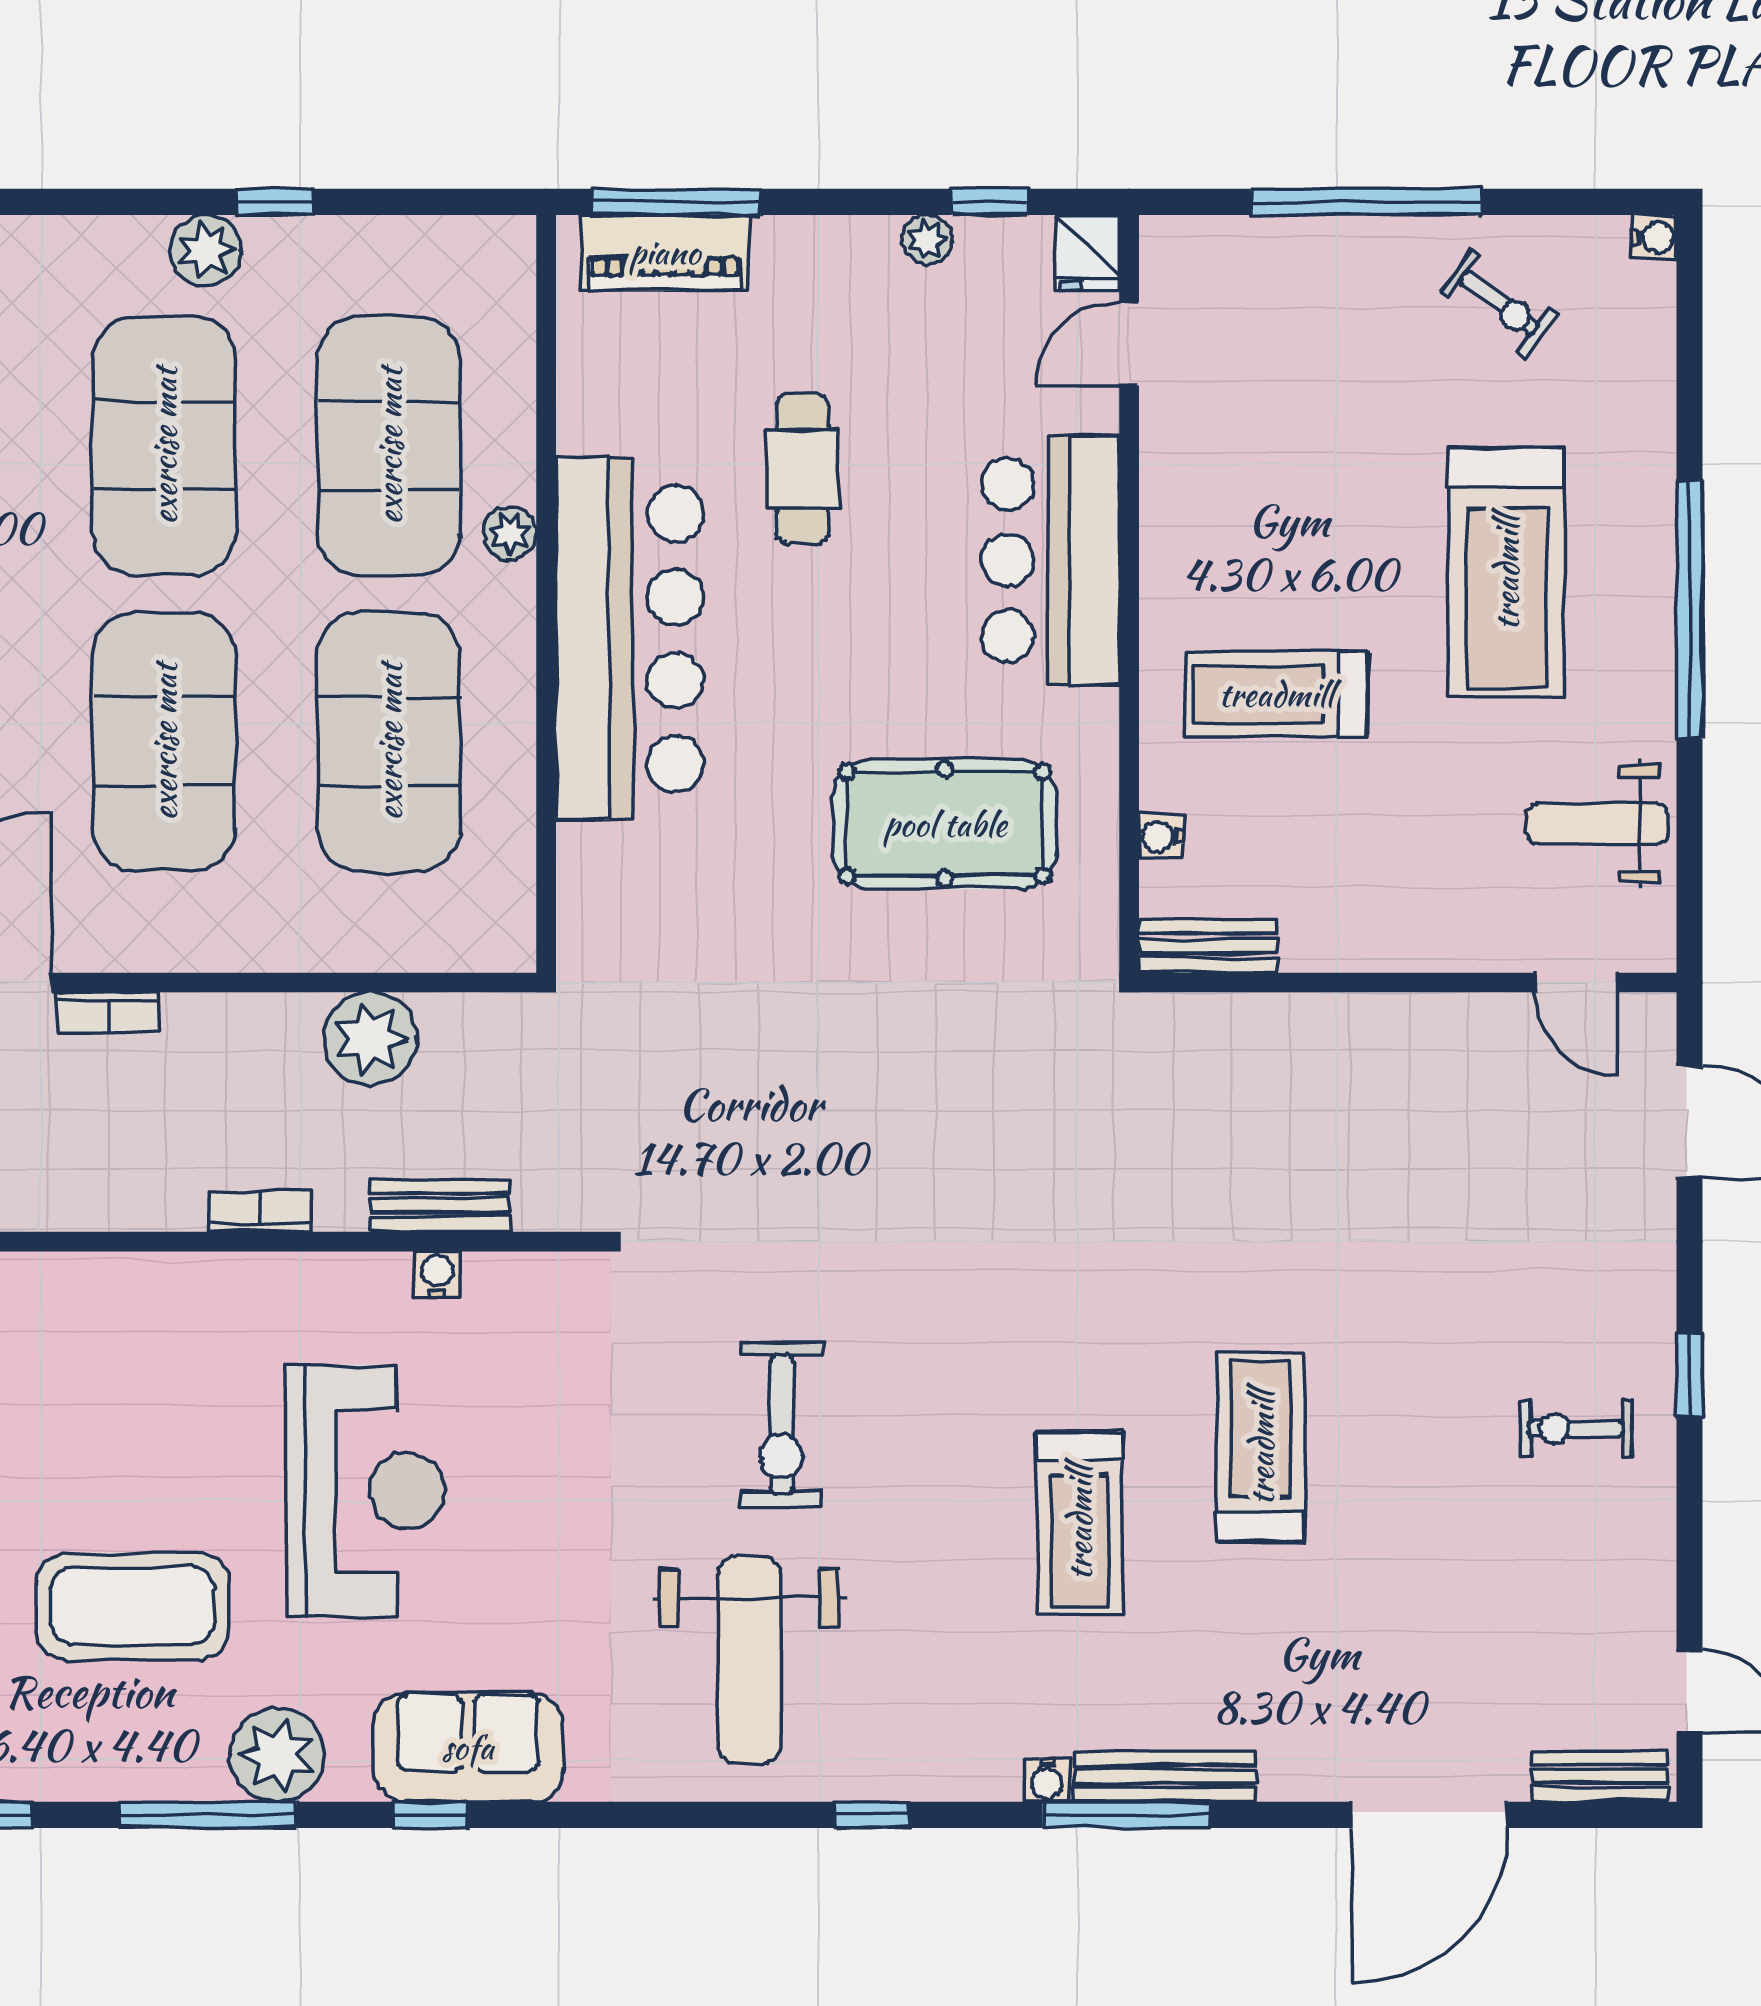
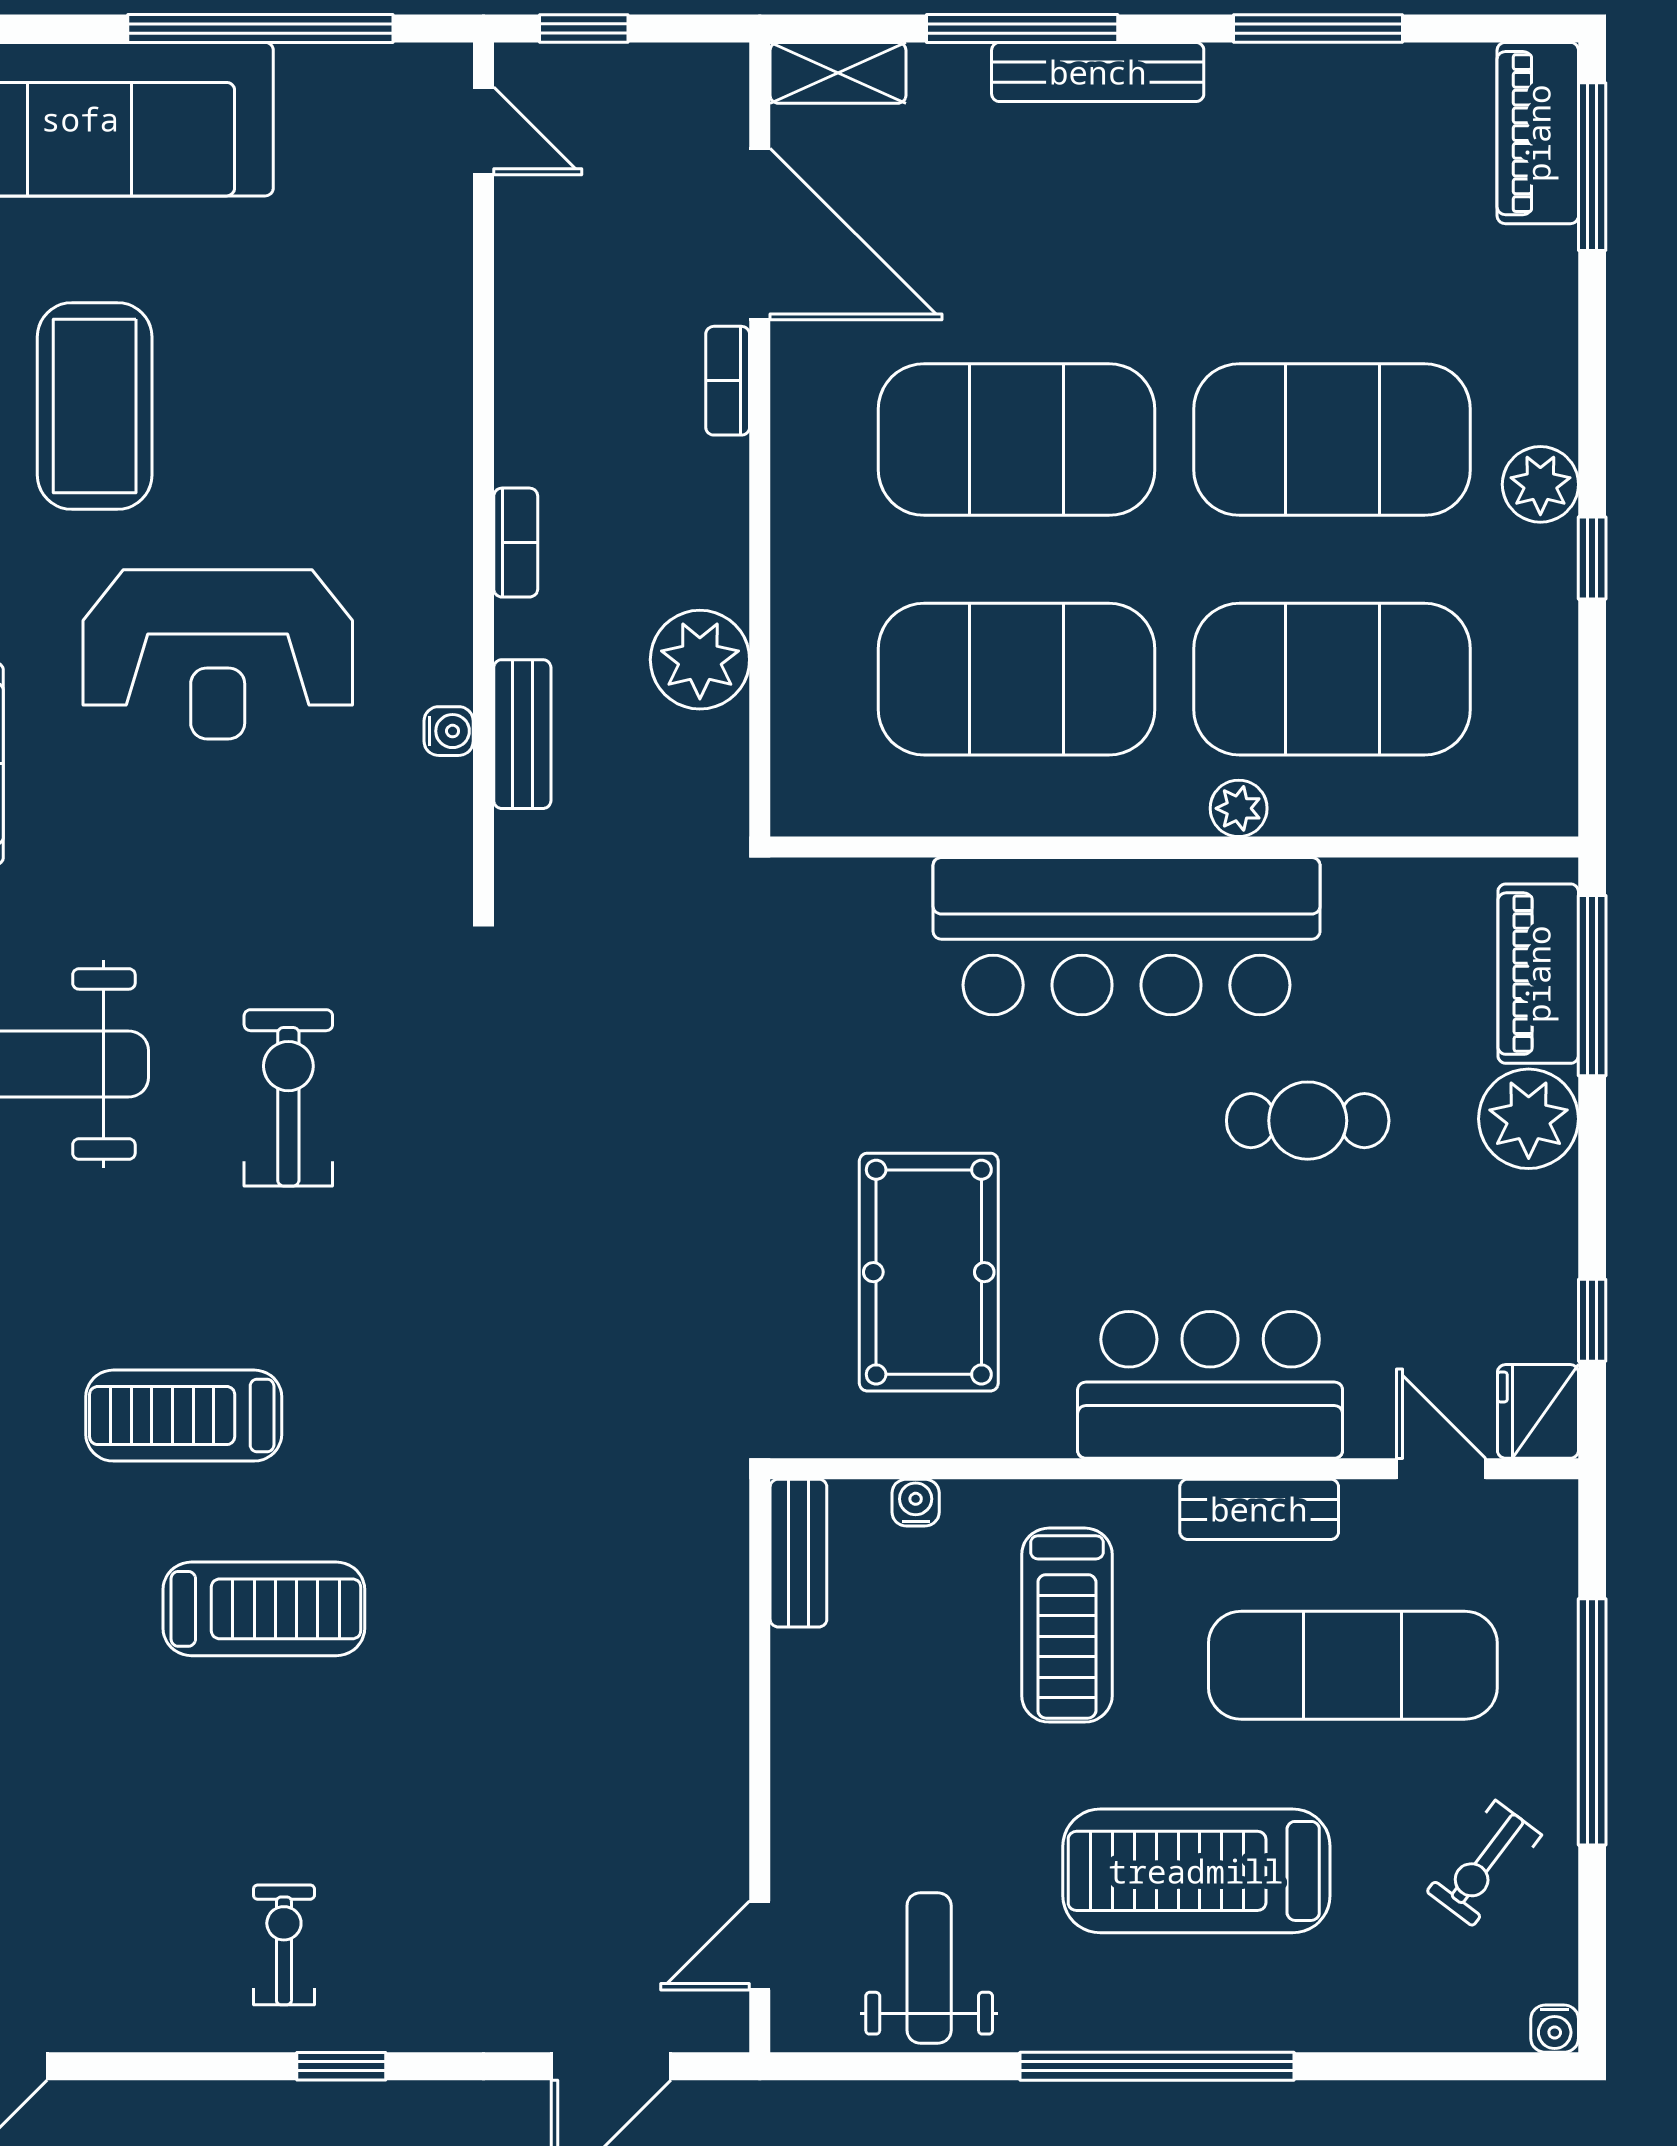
plant: (927, 240) -> (1529, 1119), moved, width x1.88, depth x1.88
fridge: (1088, 253) -> (1538, 1411), width x1.38
exercise mat: (1314, 426) -> (1353, 1665), added
bench: (1167, 514) -> (1259, 1509), added
treadmill: (1276, 694) -> (1067, 1625), turned 180
exercise bike: (781, 1425) -> (288, 1098), turned 90

